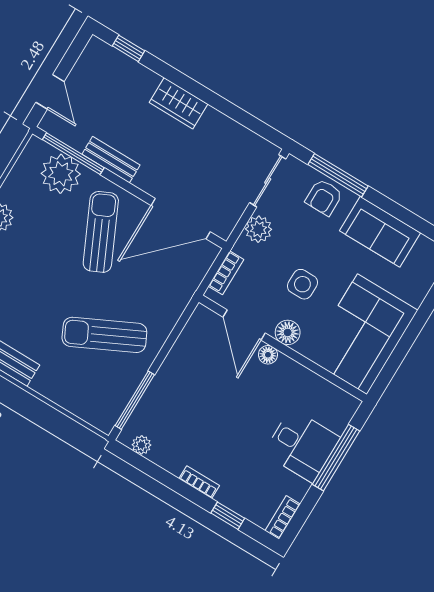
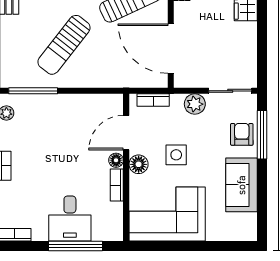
armchair: (324, 197) -> (242, 134), turned 90
sun lounger: (104, 335) -> (64, 45), turned -116
bookcase: (296, 371) -> (117, 185), added

